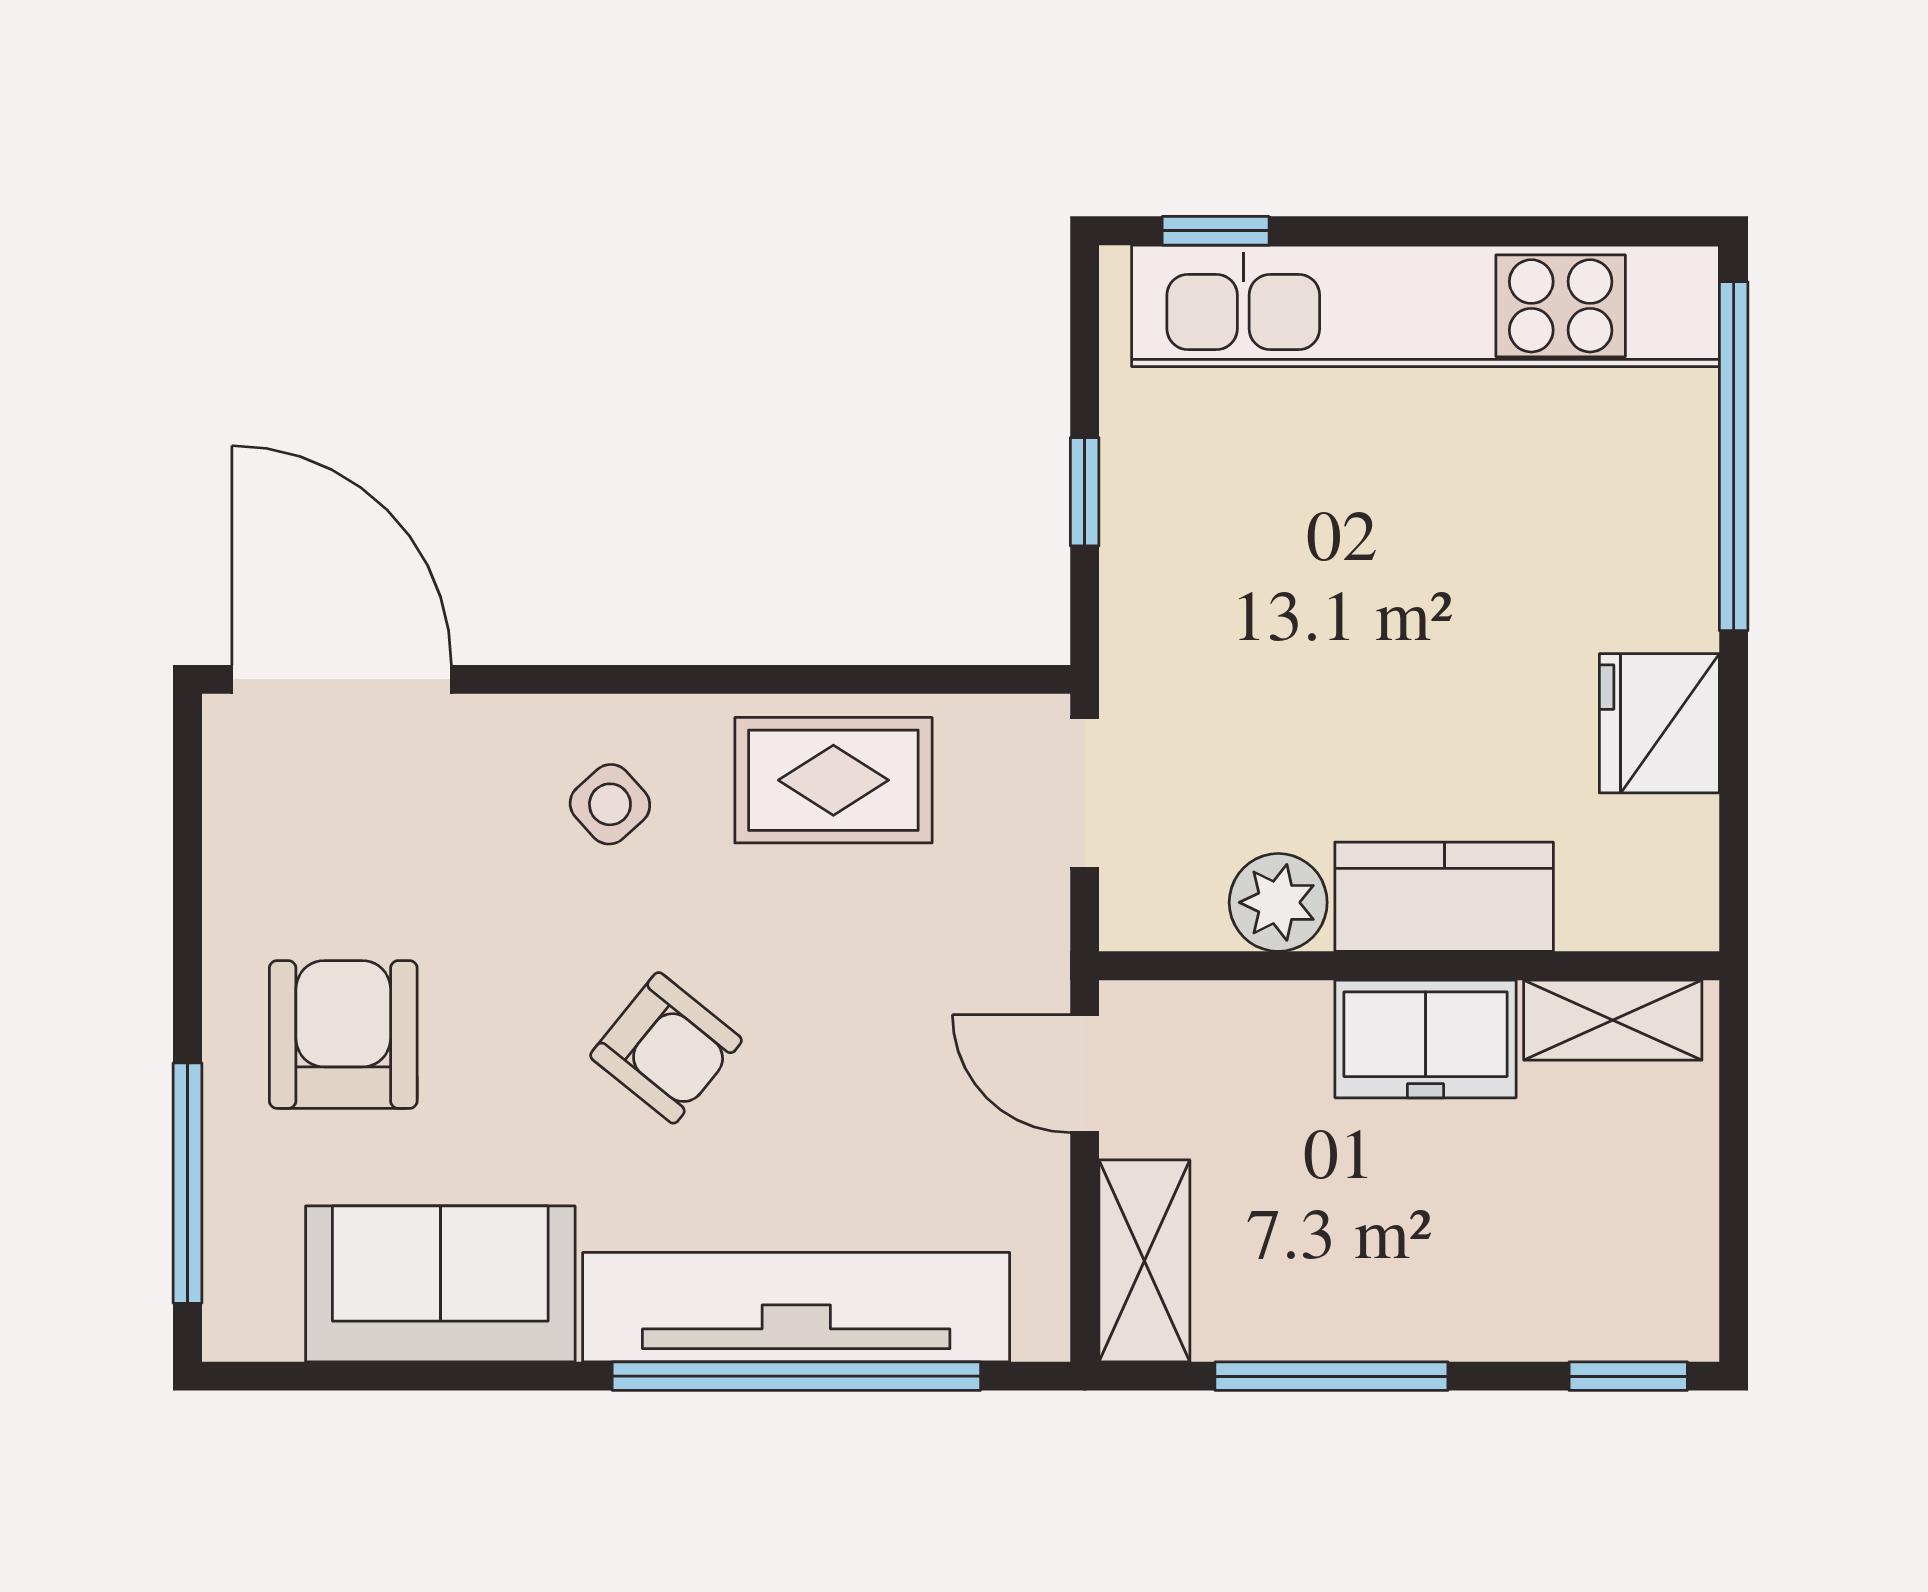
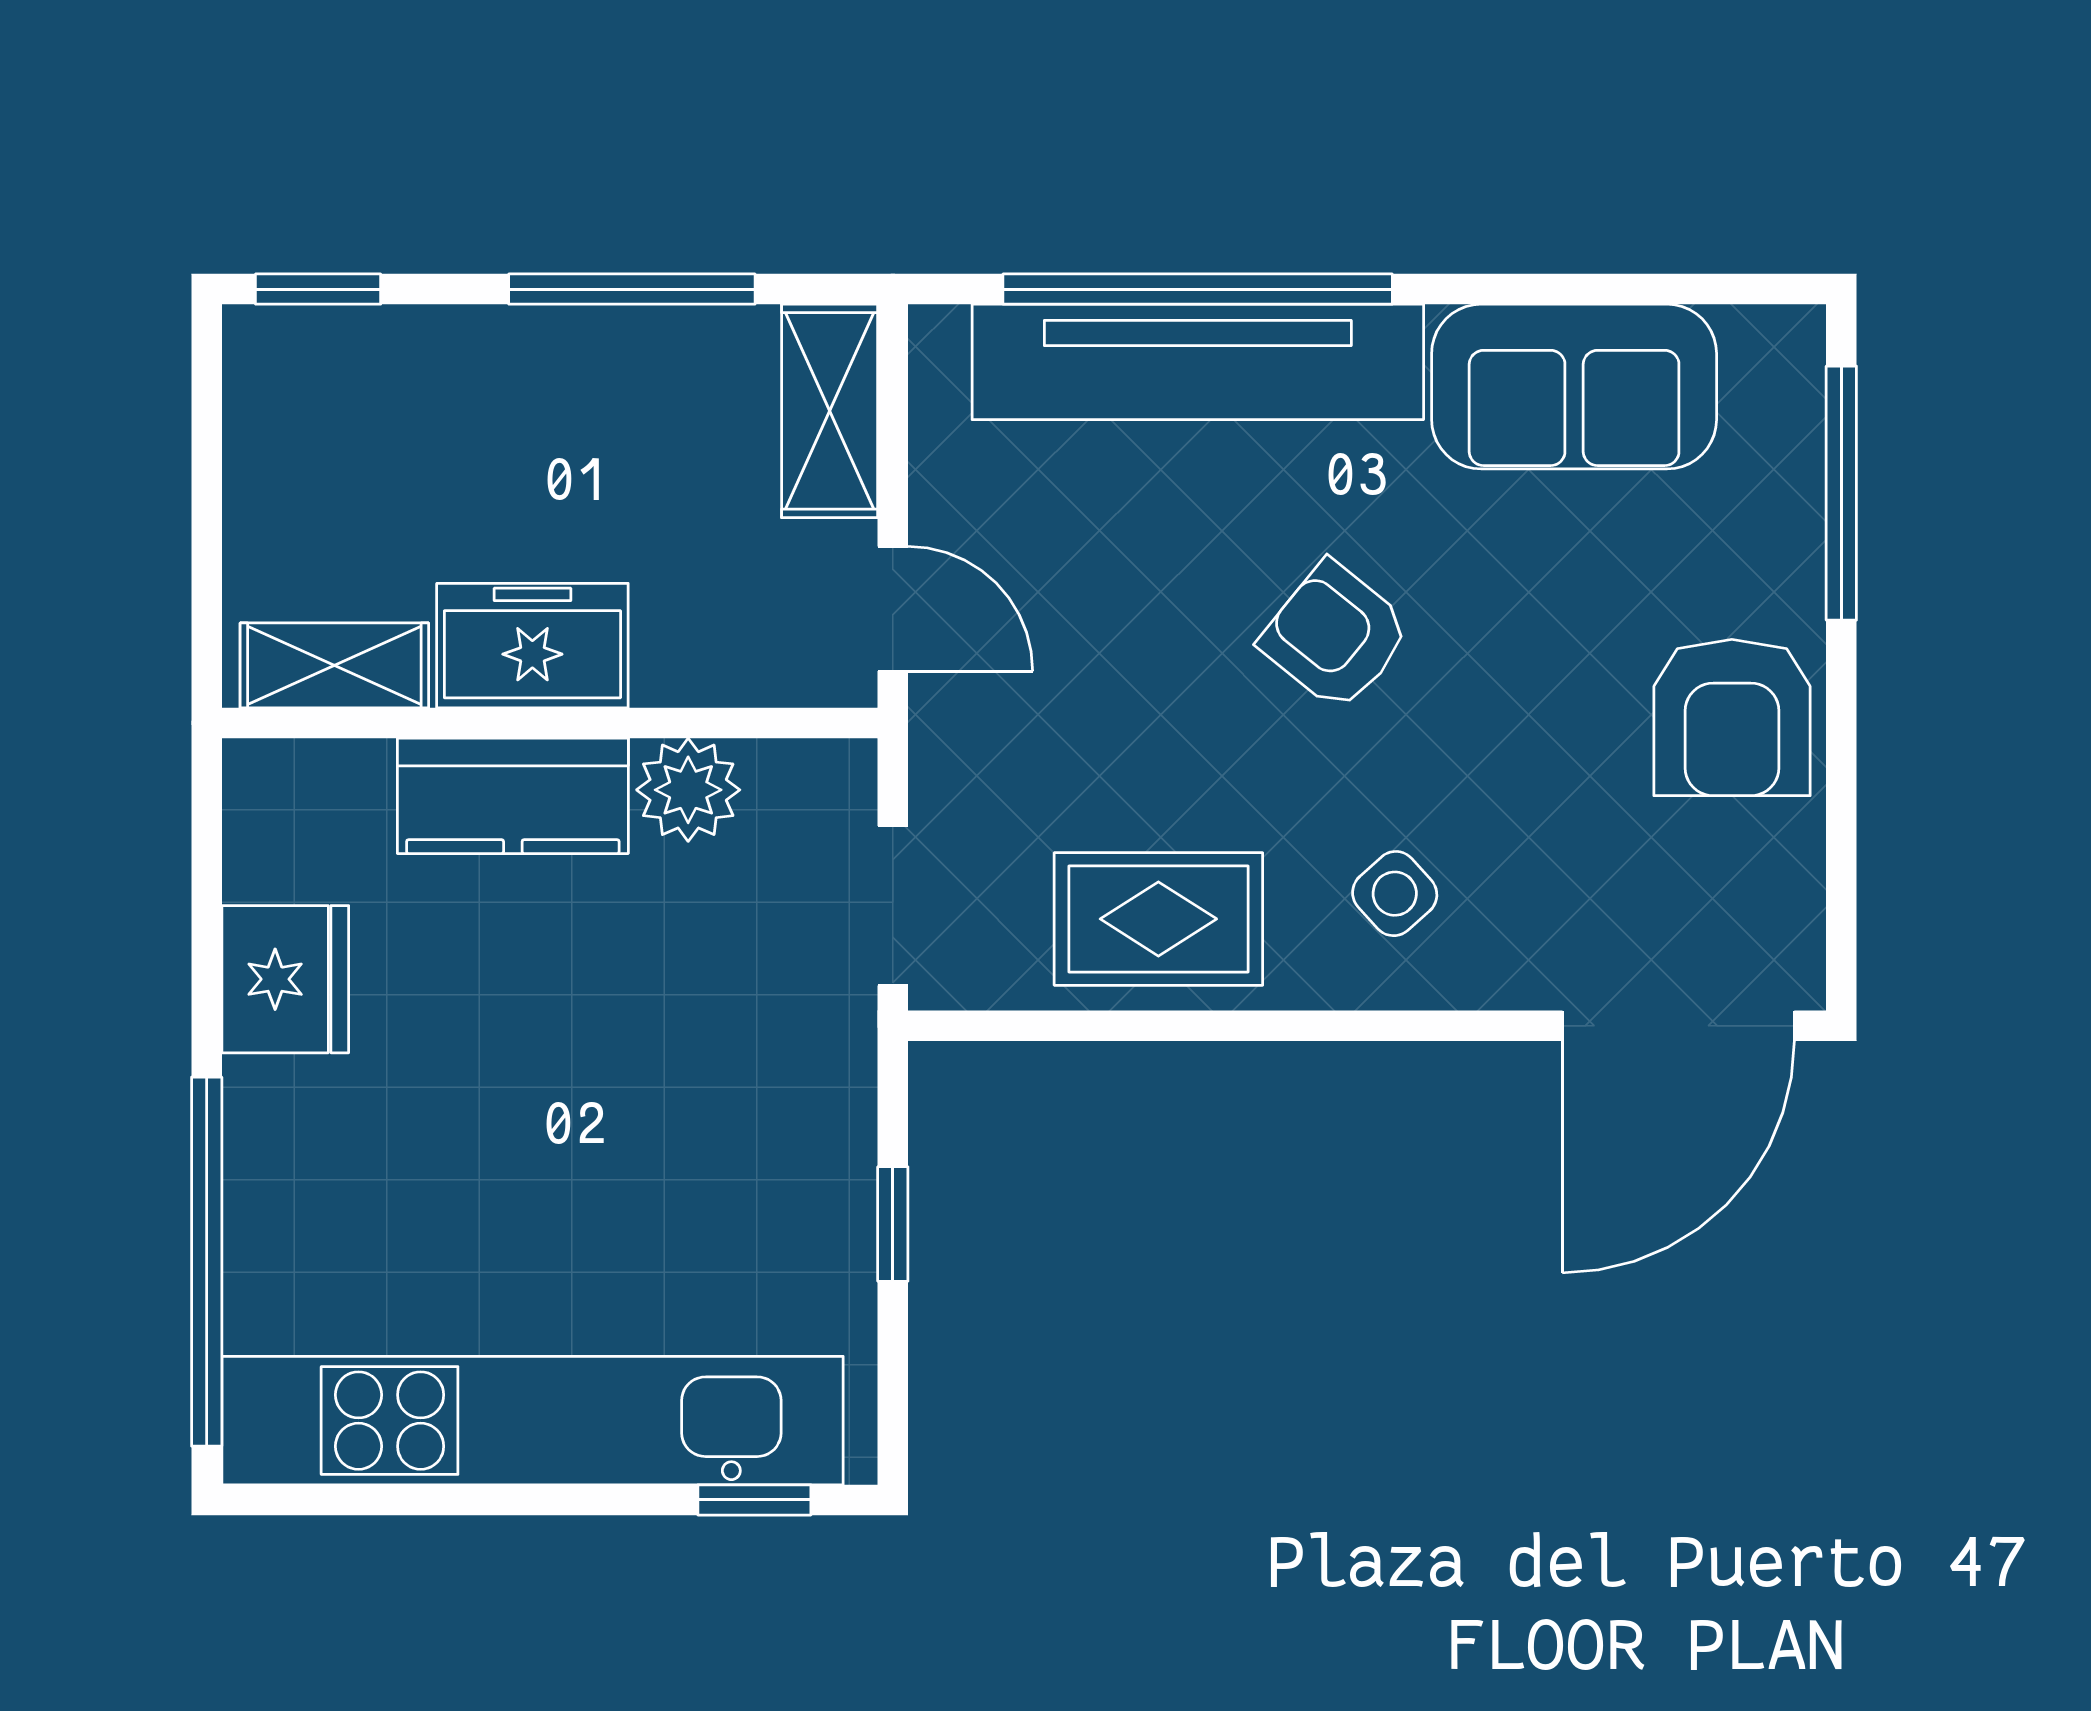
door: (342, 679) -> (1678, 1026), hinge flipped
armchair: (343, 1034) -> (1732, 718), moved

